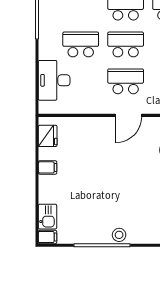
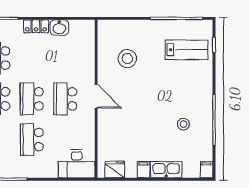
desk: (54, 80) -> (77, 164), moved
kitchen sink: (48, 217) -> (166, 170), moved, width x1.38
stool: (119, 235) -> (183, 124), moved

